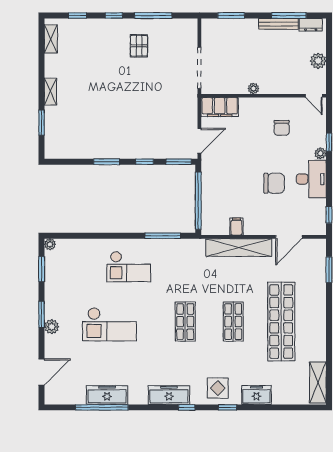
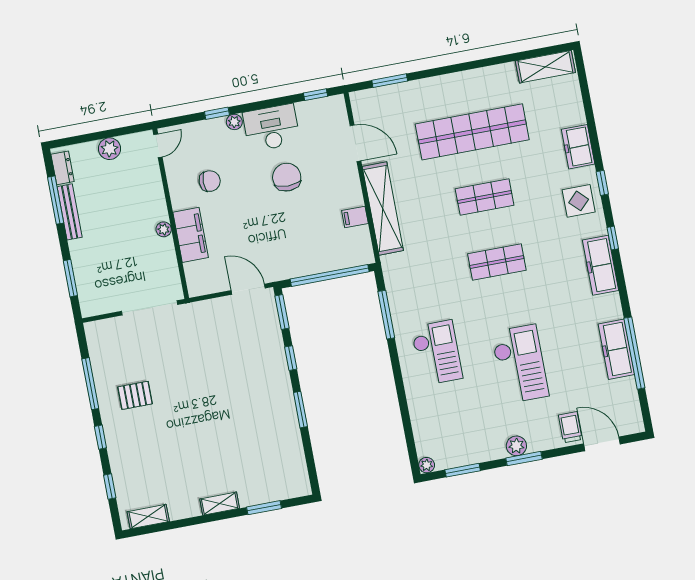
filing cabinet: (220, 107) -> (191, 235), moved
plant: (52, 327) -> (516, 446), moved
trolley: (58, 352) -> (570, 427), added

